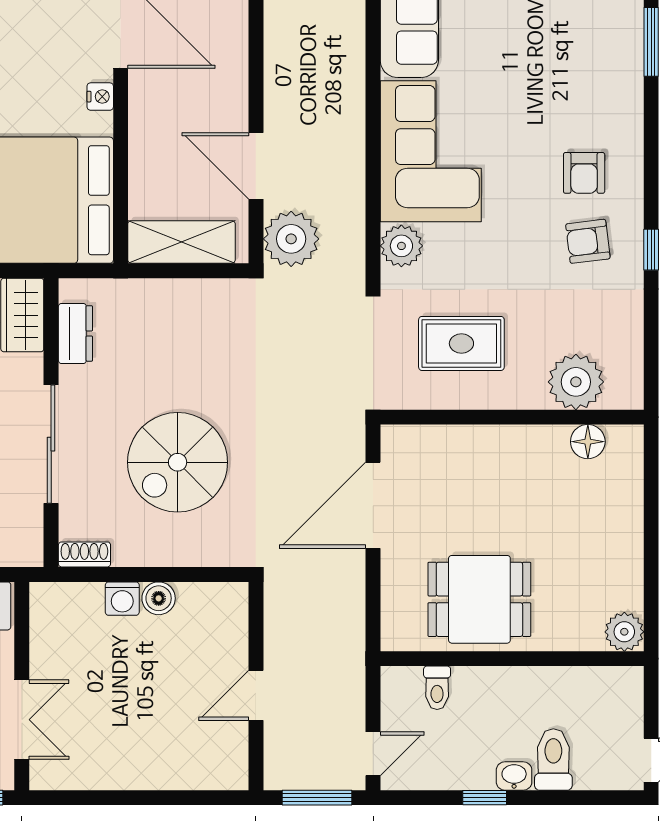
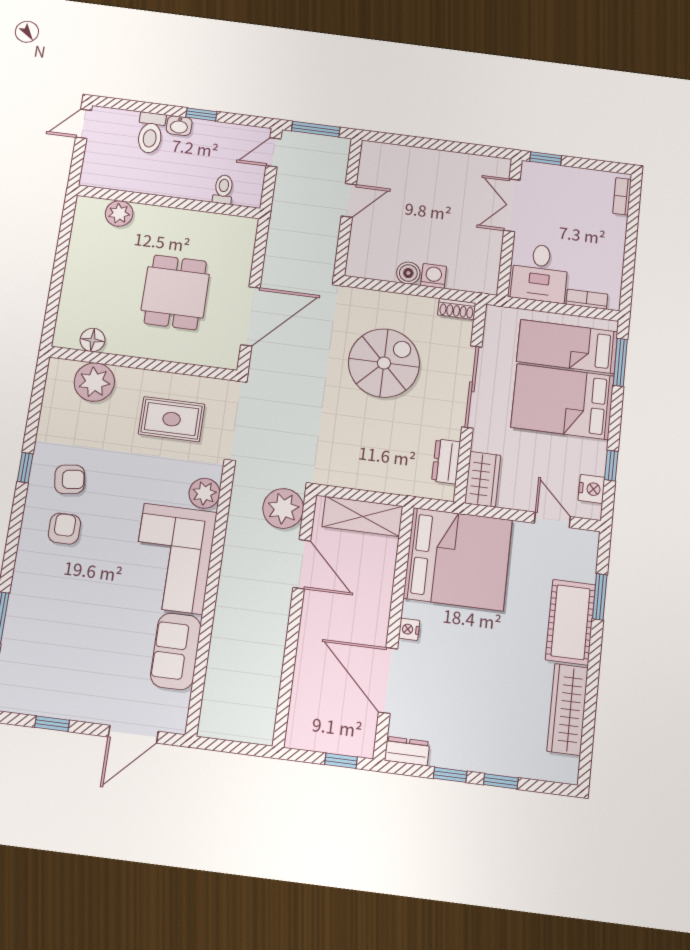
dining table: (479, 599) -> (175, 292), moved, turned 90
plant: (624, 632) -> (119, 213), moved

